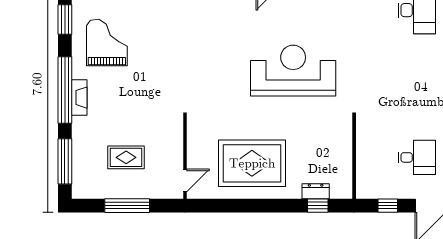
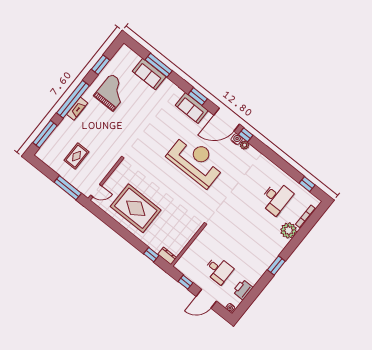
reception desk: (293, 71) -> (196, 161), moved
rug: (126, 157) -> (77, 156), turned 90
dresser: (316, 191) -> (167, 256), moved
window: (127, 206) -> (68, 188), moved

